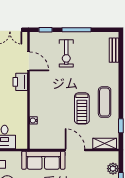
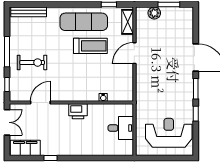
bench: (114, 50) -> (29, 12), width x1.36
printer: (20, 82) -> (78, 111), moved
exercise mat: (105, 102) -> (84, 22), width x1.36, depth x1.45
sofa: (43, 160) -> (145, 87), removed

